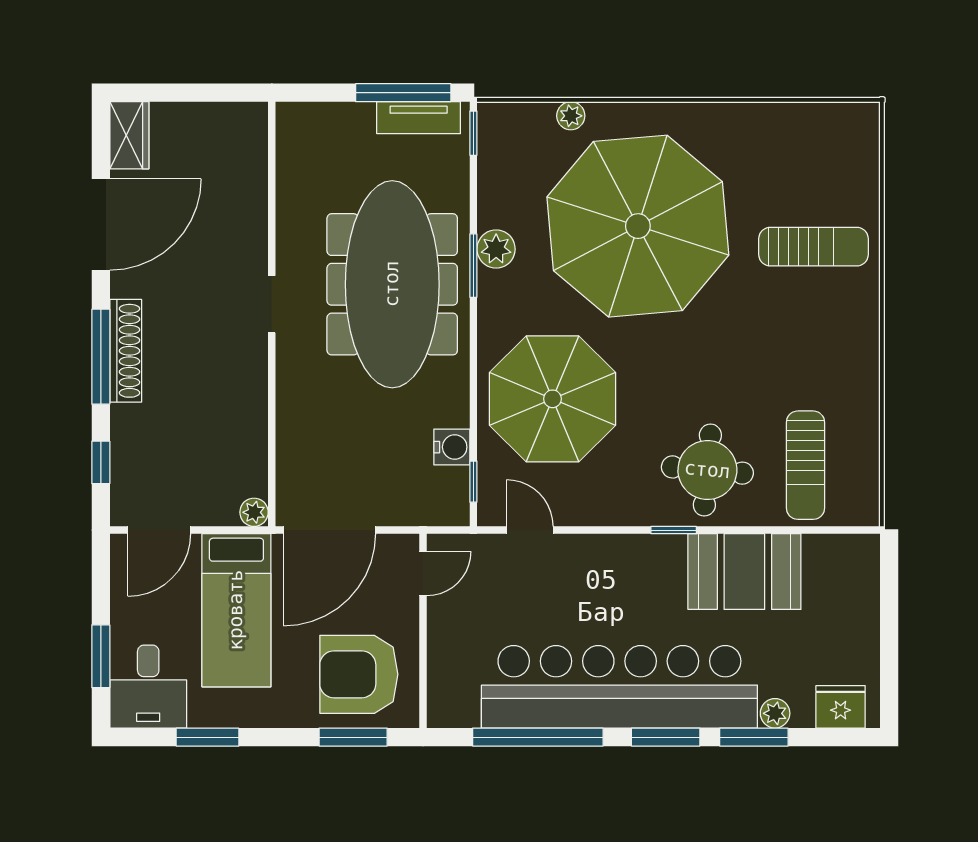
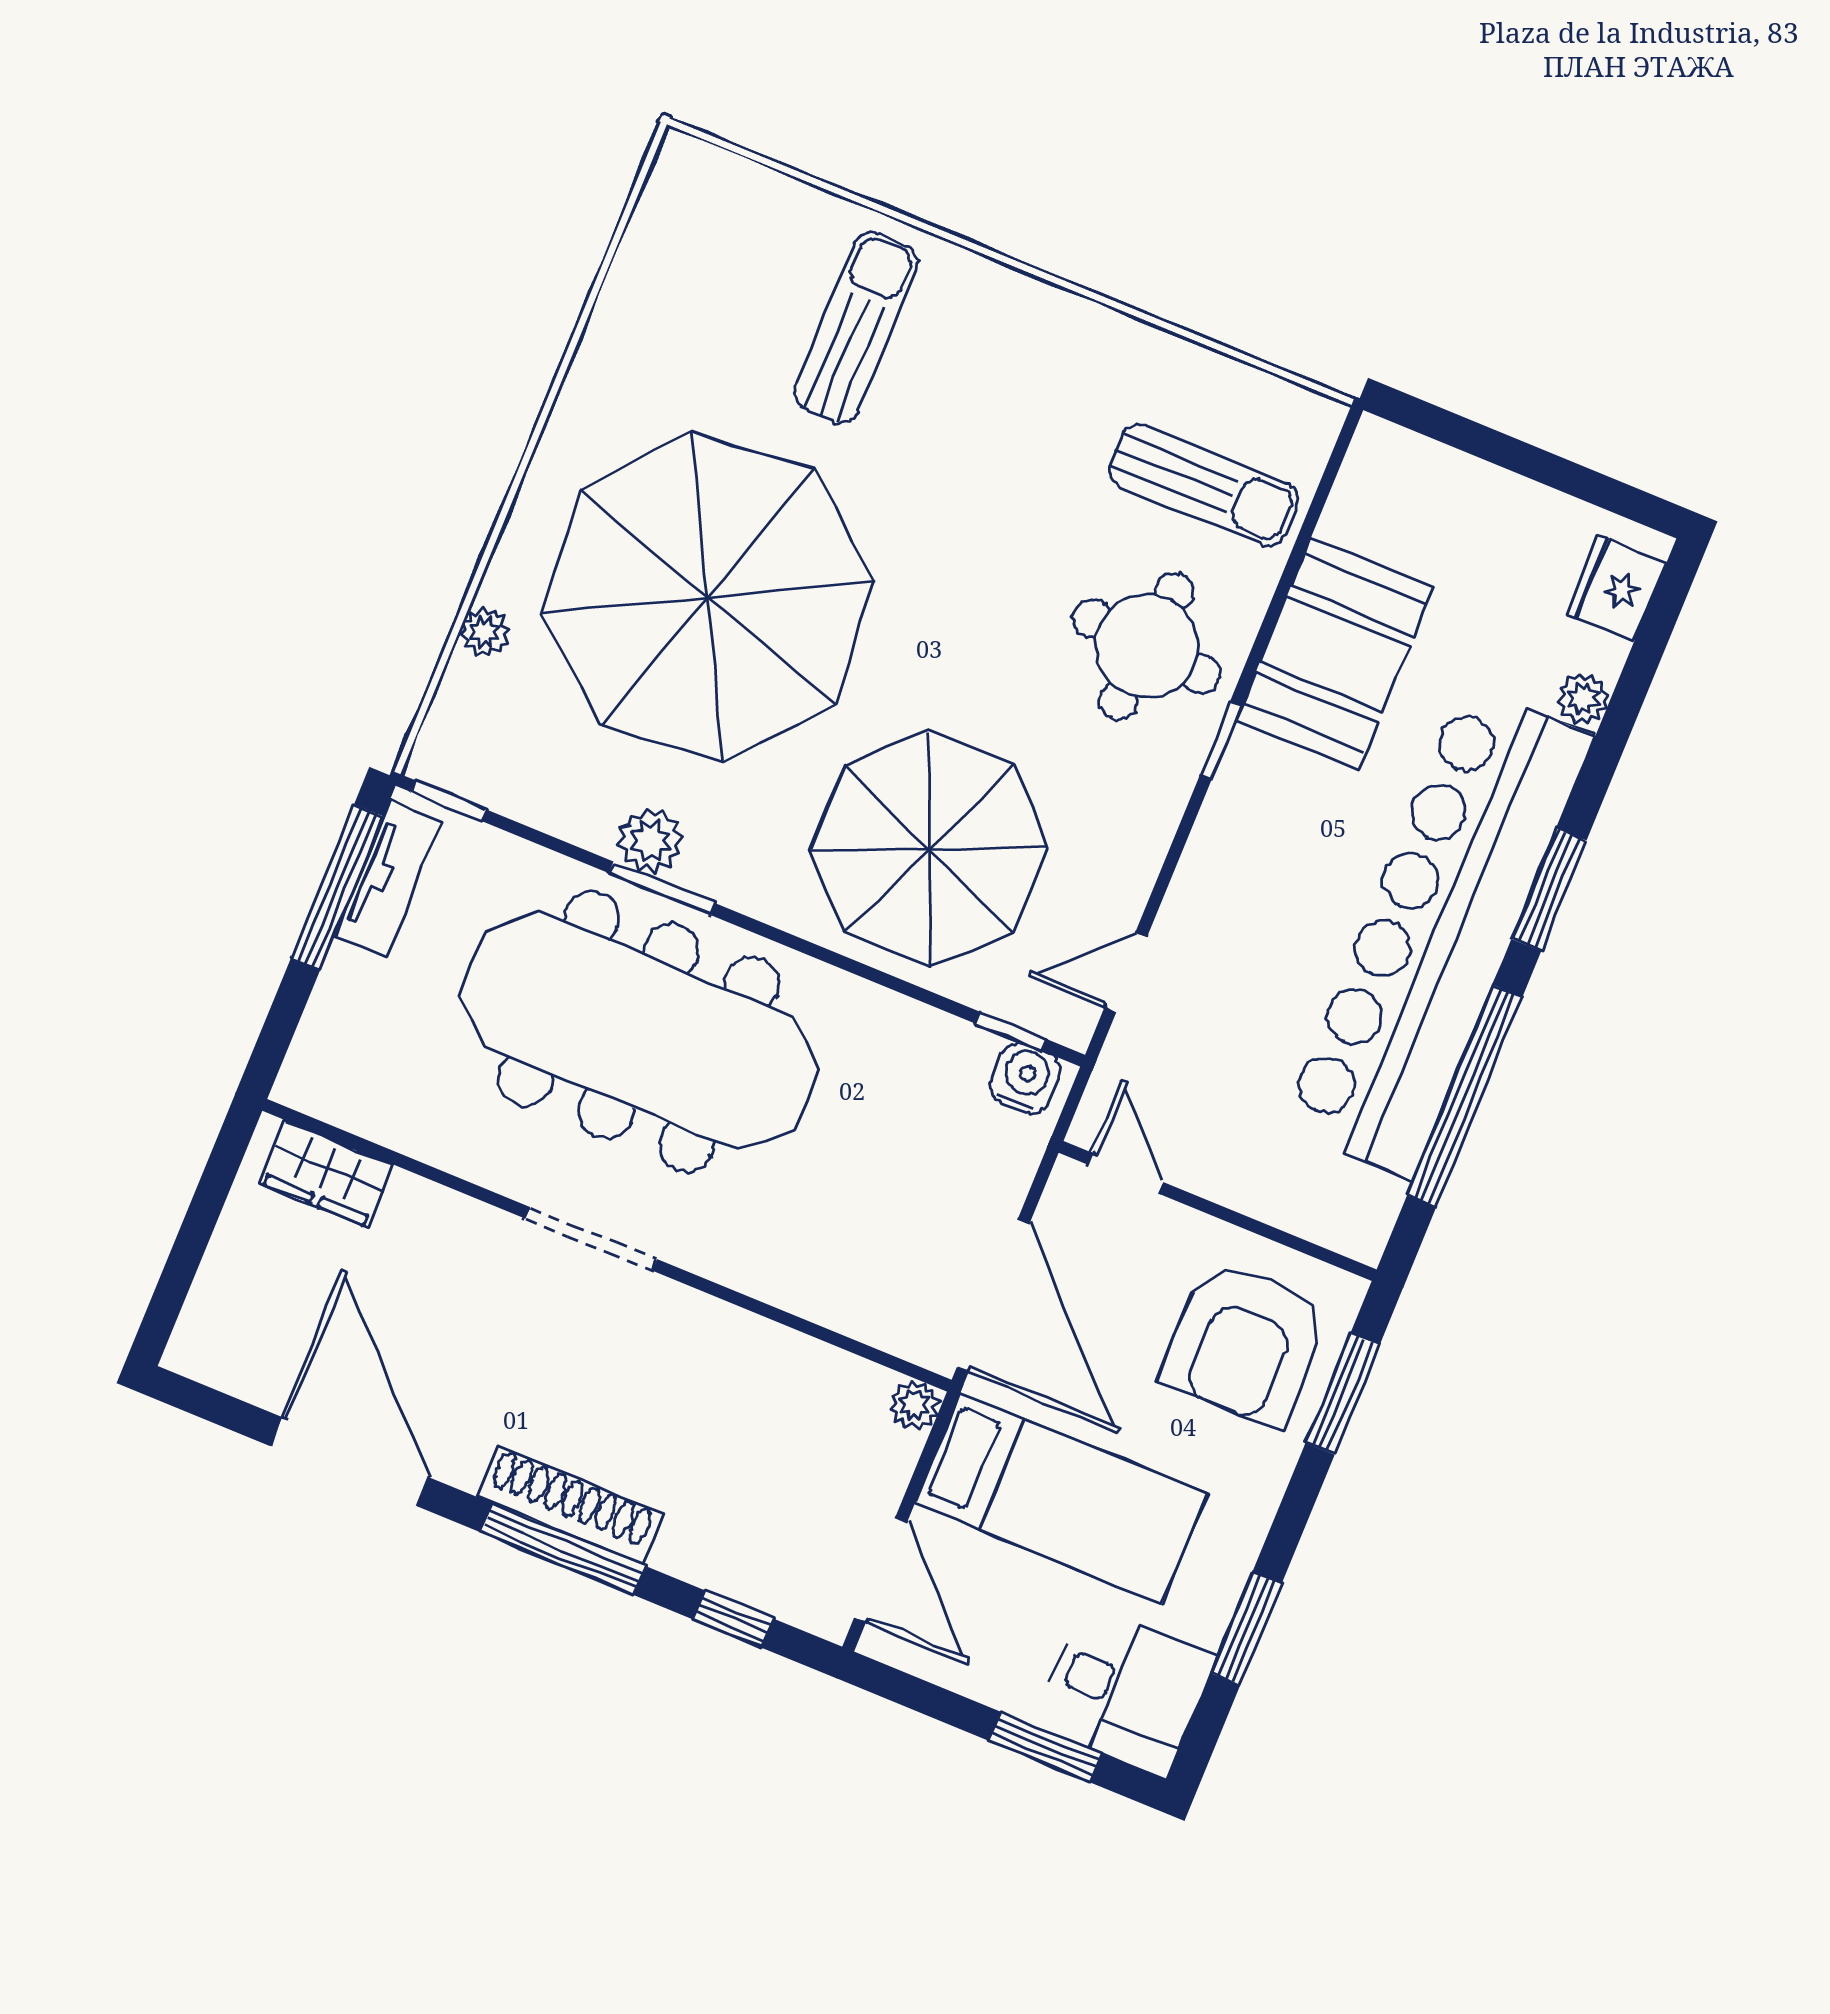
wardrobe: (129, 135) -> (326, 1174), moved, turned 180
doorway: (272, 304) -> (591, 1239), width x1.38
water cooler: (452, 447) -> (1025, 1078), moved
window: (754, 737) -> (1608, 748), removed

